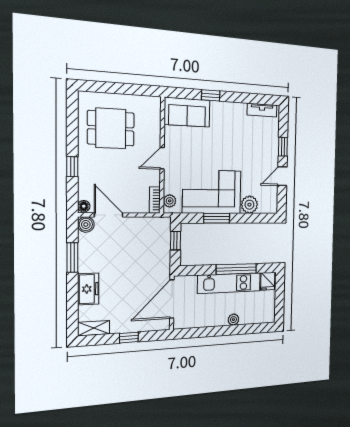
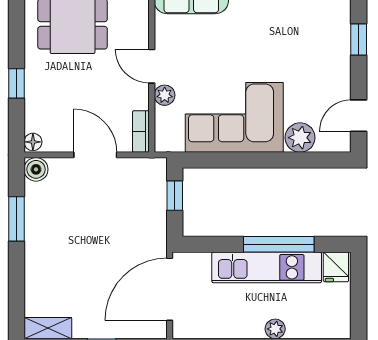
door: (162, 158) -> (152, 66), hinge flipped
door: (282, 176) -> (359, 116), moved
plant: (170, 201) -> (165, 95), moved
door: (109, 215) -> (95, 155), moved
window: (217, 218) -> (243, 160), removed
freezer: (88, 289) -> (40, 267), removed

